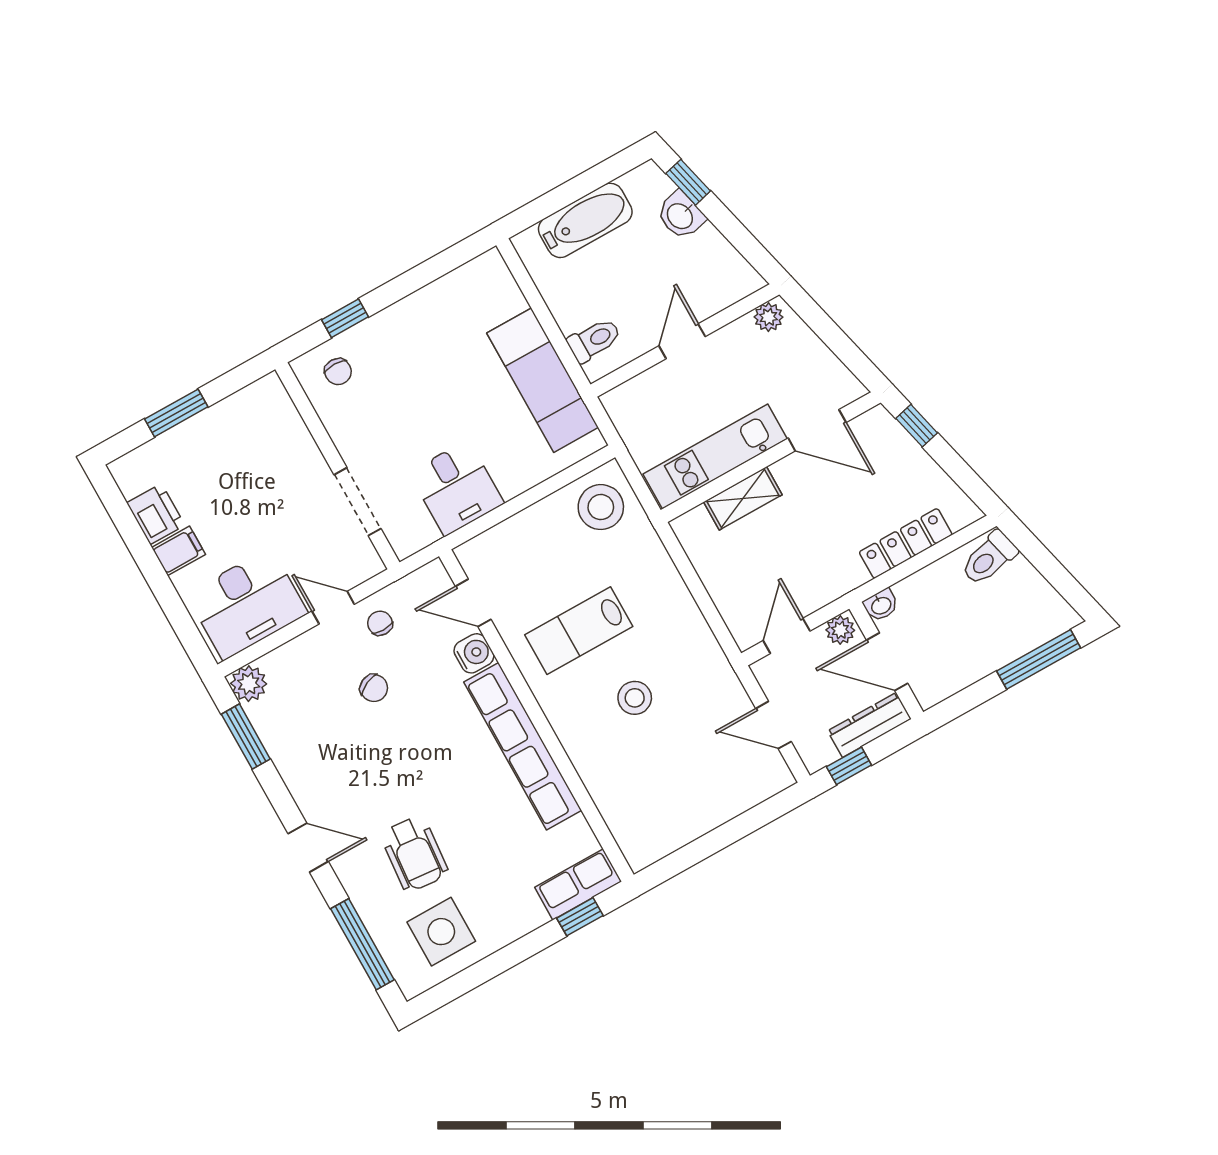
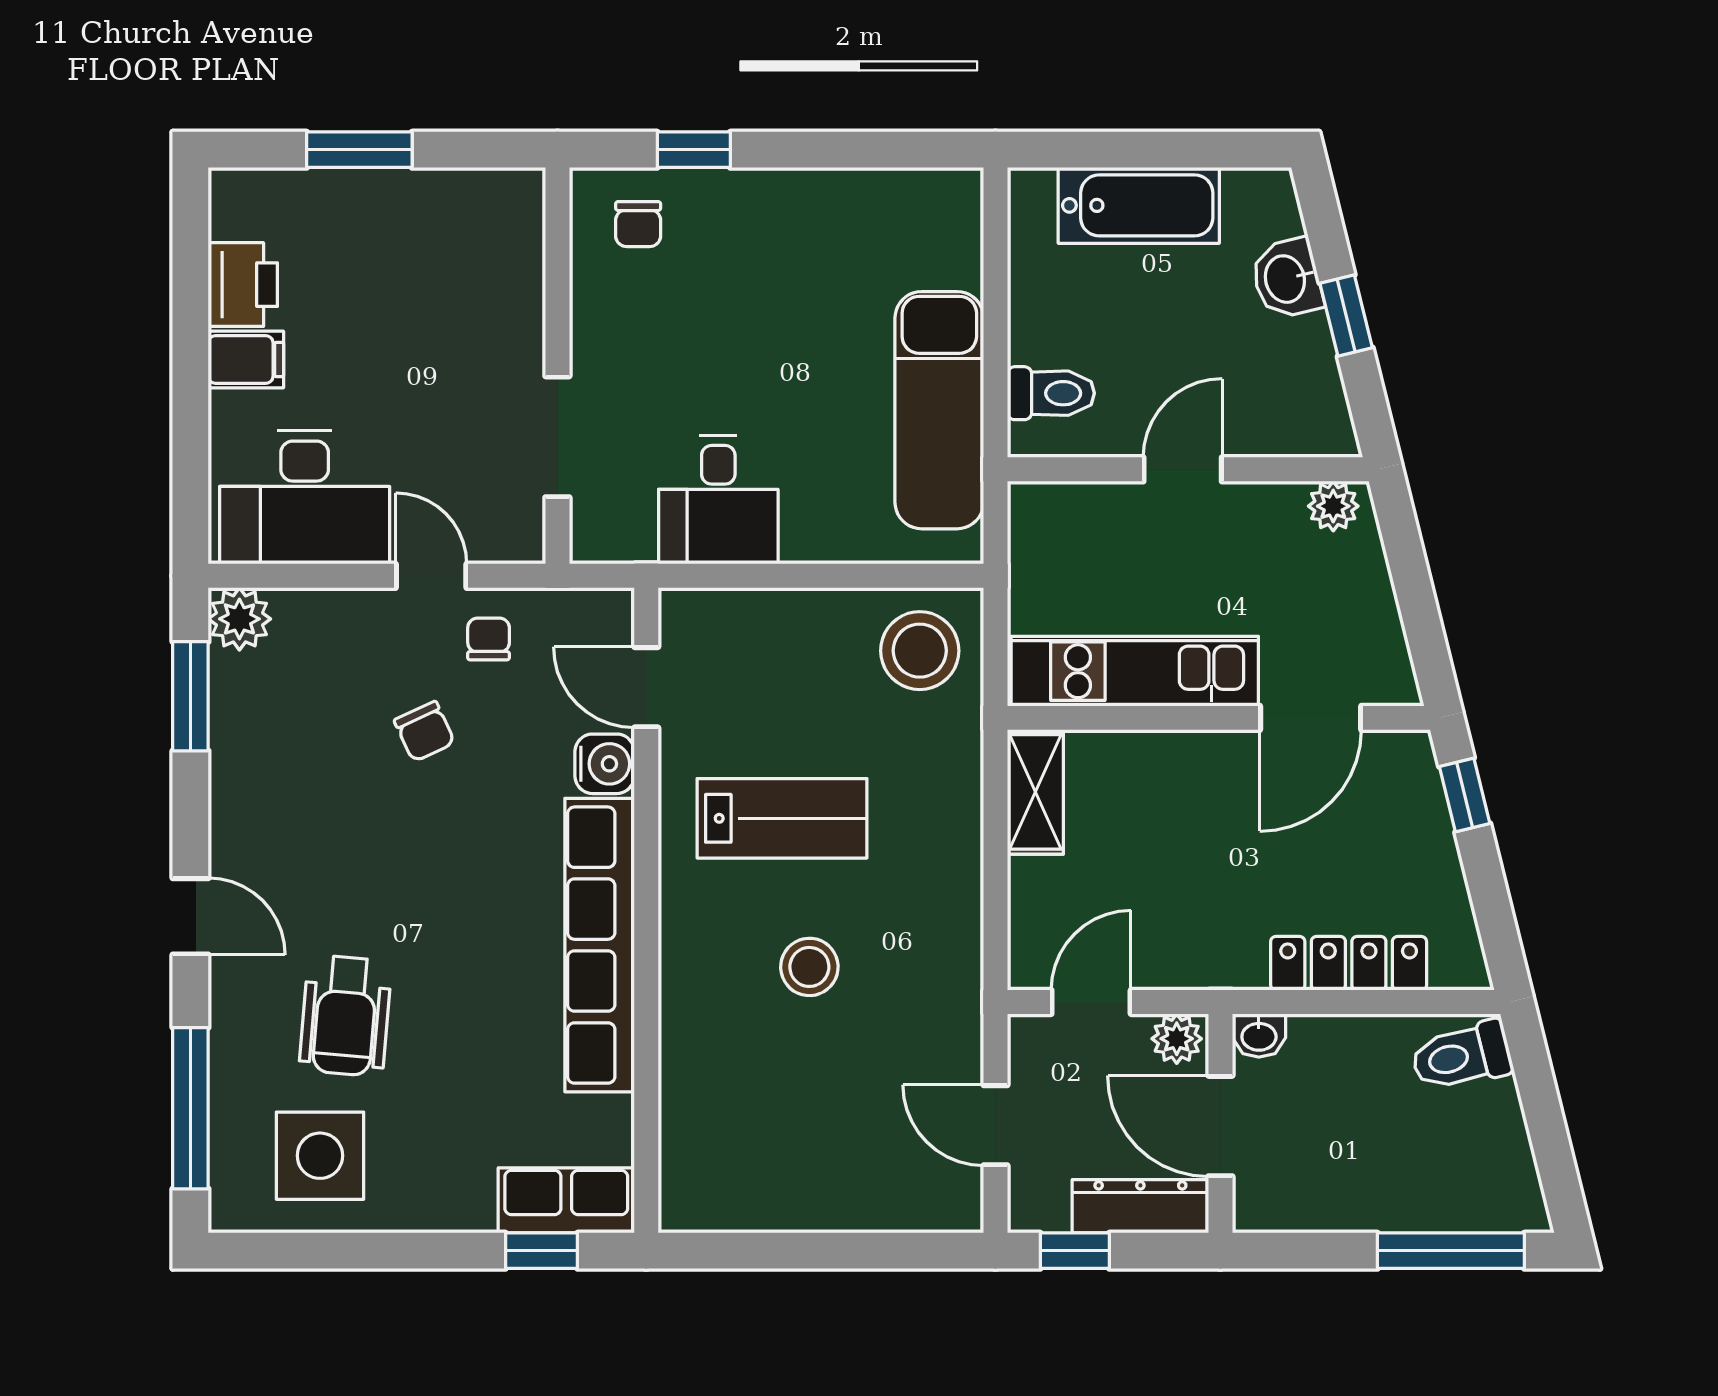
window: (688, 182) -> (1346, 316), moved
door: (817, 430) -> (1311, 718), hinge flipped
shelving: (743, 498) -> (1035, 792), moved, turned 90
lab bench: (579, 631) -> (782, 818), turned 180

